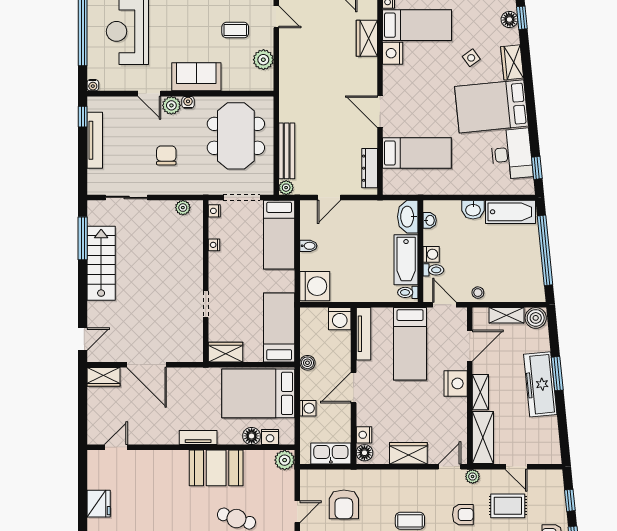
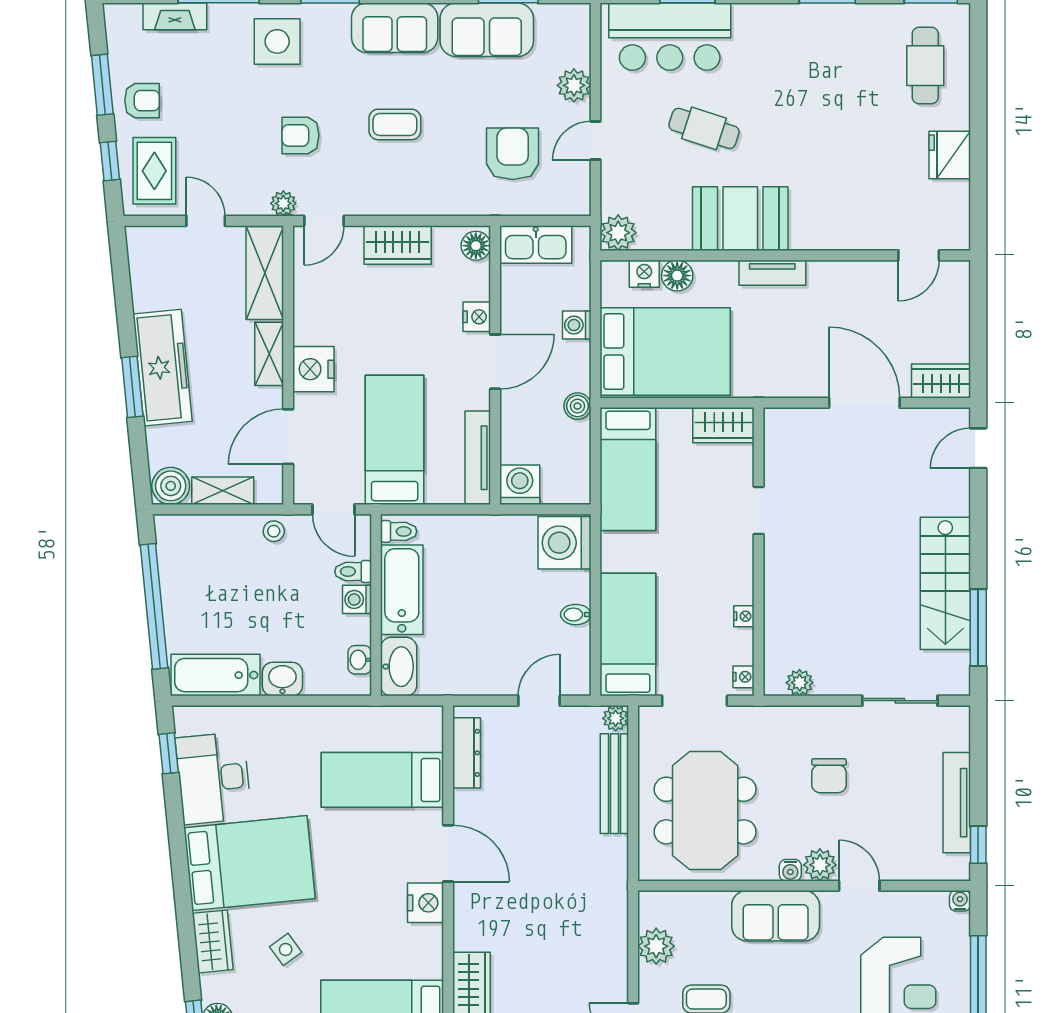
nightstand: (393, 53) -> (426, 903), moved
nightstand: (364, 435) -> (477, 317), moved
rug: (508, 506) -> (154, 171), moved, turned 90

